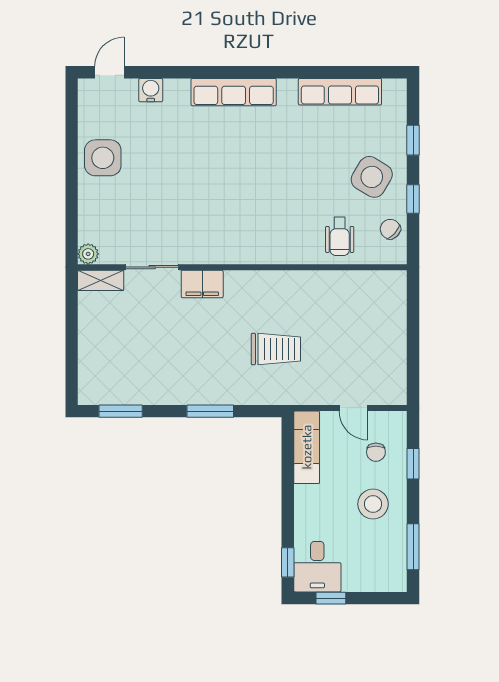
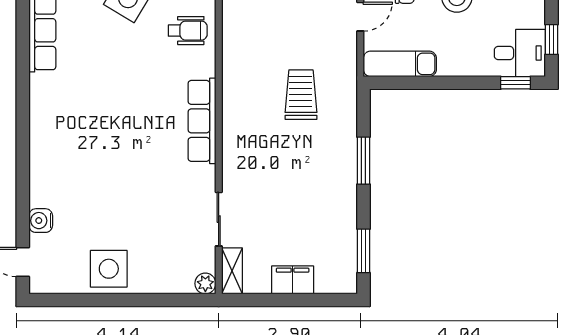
row of seats: (234, 92) -> (202, 121), moved, turned 180
filing cabinet: (202, 284) -> (293, 280), moved, turned -90

